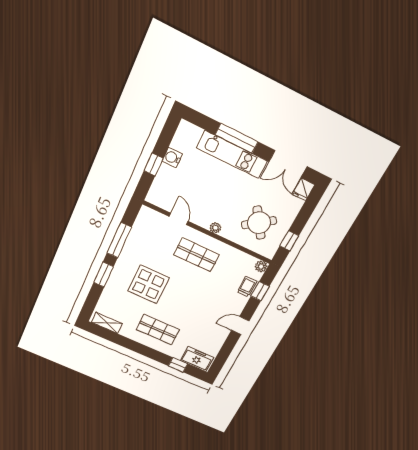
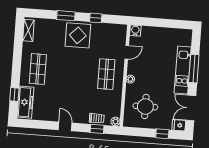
water cooler: (172, 158) -> (135, 31), moved
window: (154, 164) -> (157, 23), removed
round table: (259, 223) -> (145, 106), turned 35
window: (119, 240) -> (96, 18), width x0.46
window: (289, 241) -> (162, 134), moved
display table: (148, 284) -> (78, 35), moved
freezer: (197, 359) -> (25, 102), width x1.40

